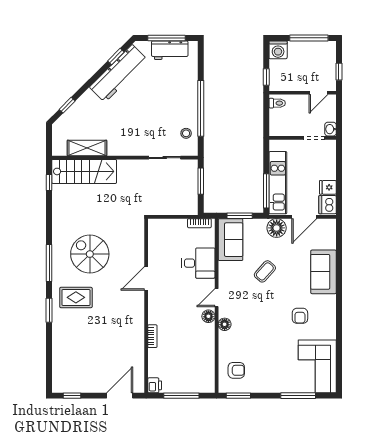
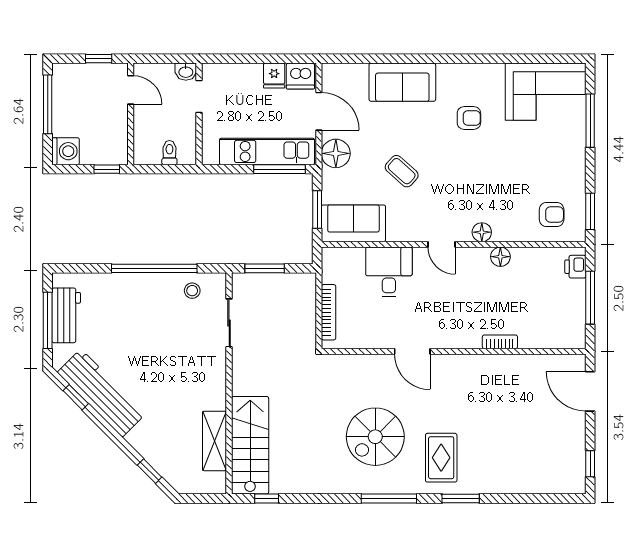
toilet: (277, 103) -> (169, 153), moved
bookcase: (199, 223) -> (329, 312), moved, width x1.56
floor lamp: (208, 316) -> (500, 257), moved
armchair: (236, 370) -> (552, 215), turned 90
printer: (155, 385) -> (575, 267), moved, turned -90

